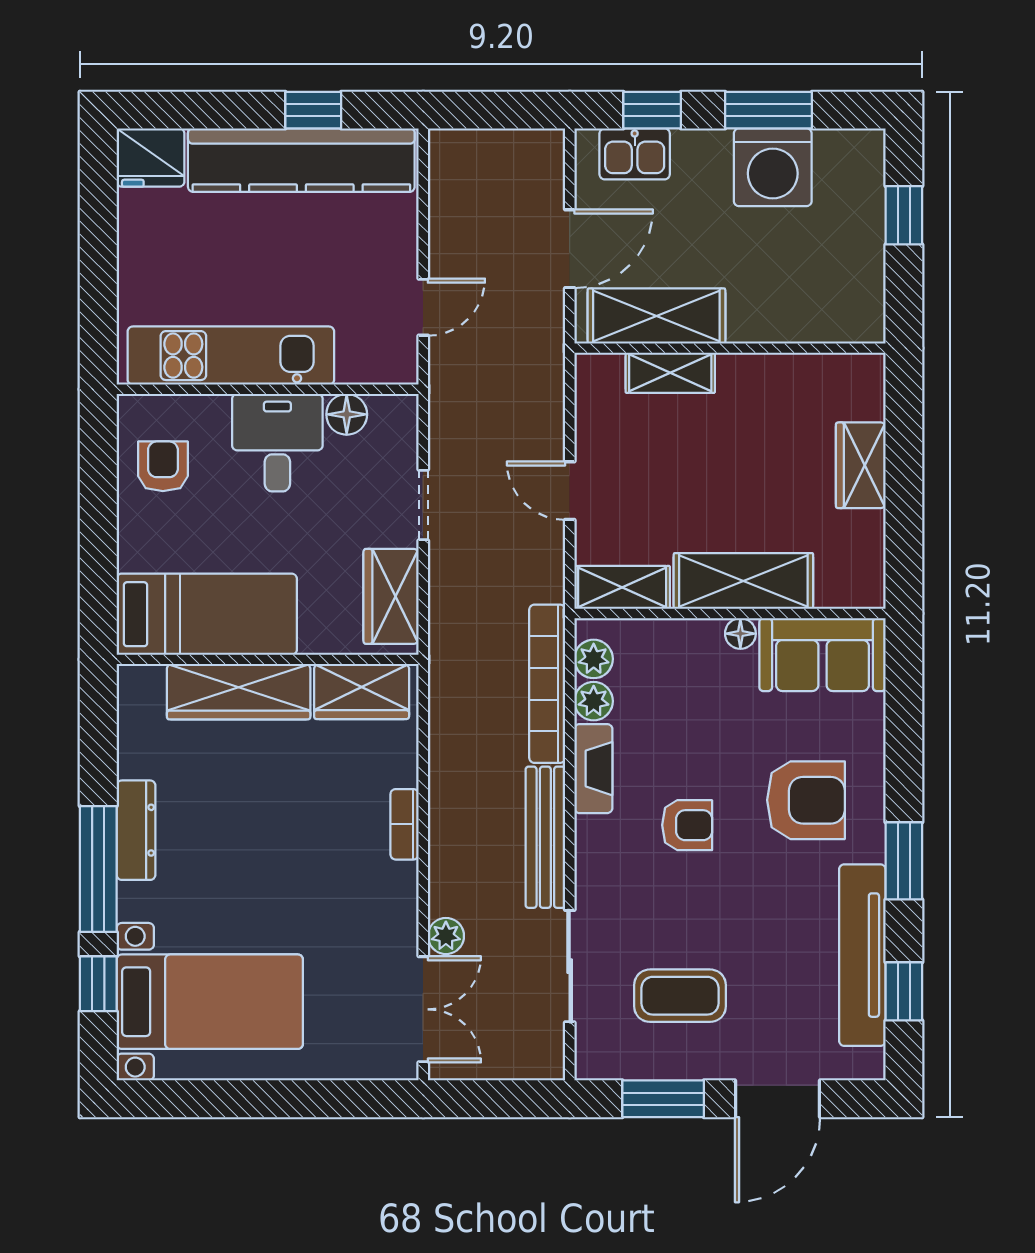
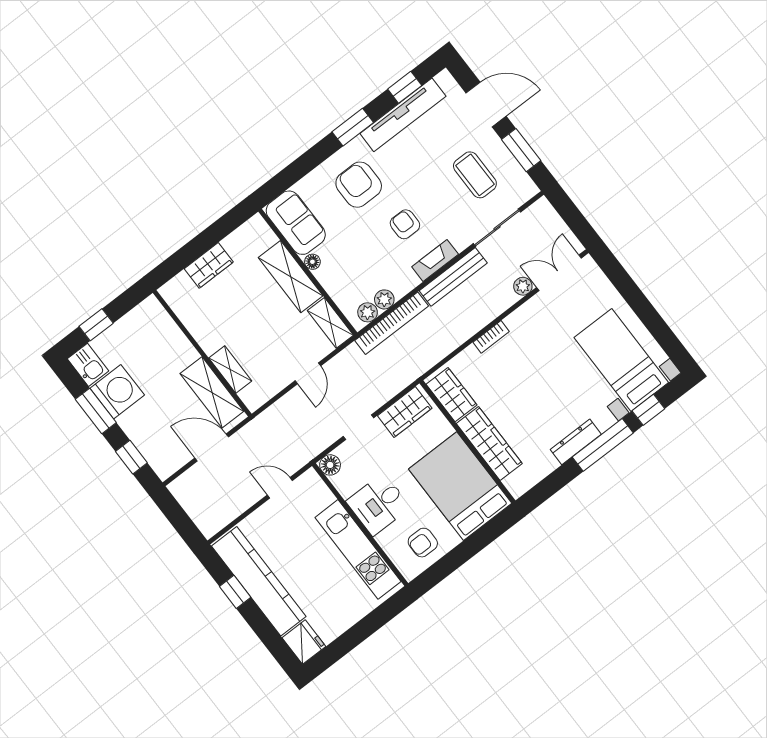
kitchen sink: (635, 154) -> (88, 365), moved
floor lamp: (347, 414) -> (330, 465), moved
bed: (207, 614) -> (460, 486), width x1.50
fireplace: (593, 769) -> (435, 260), moved

